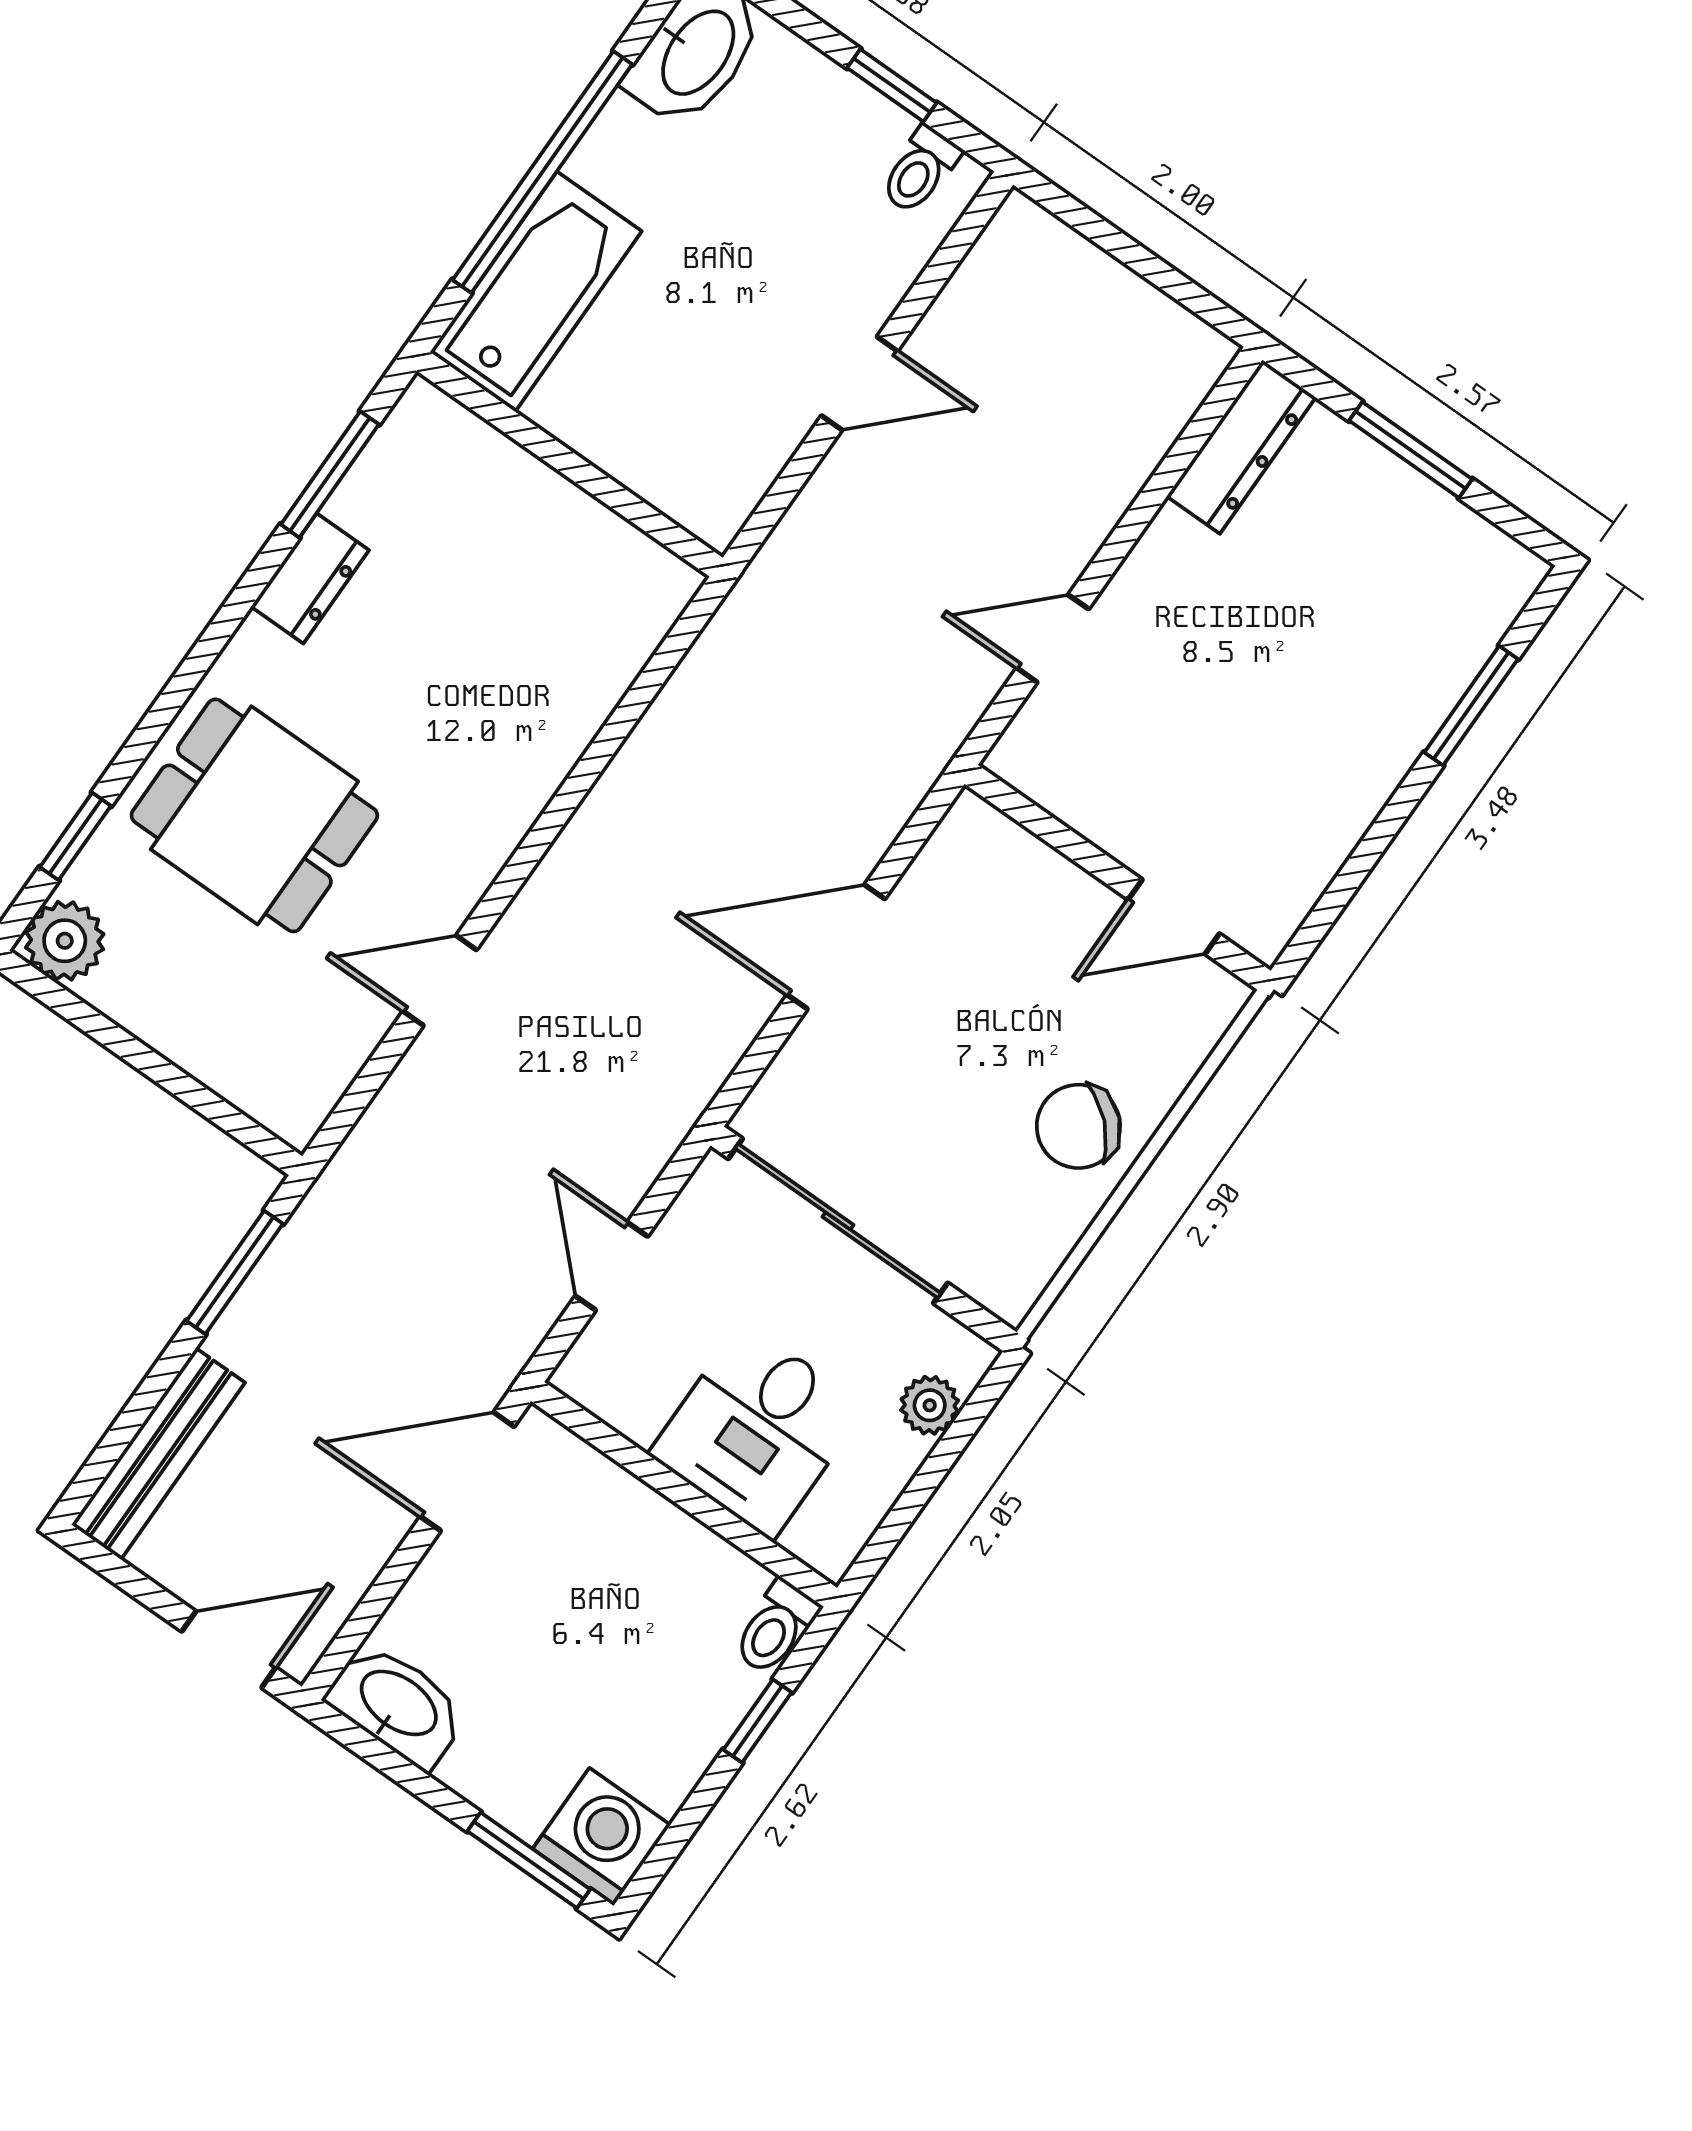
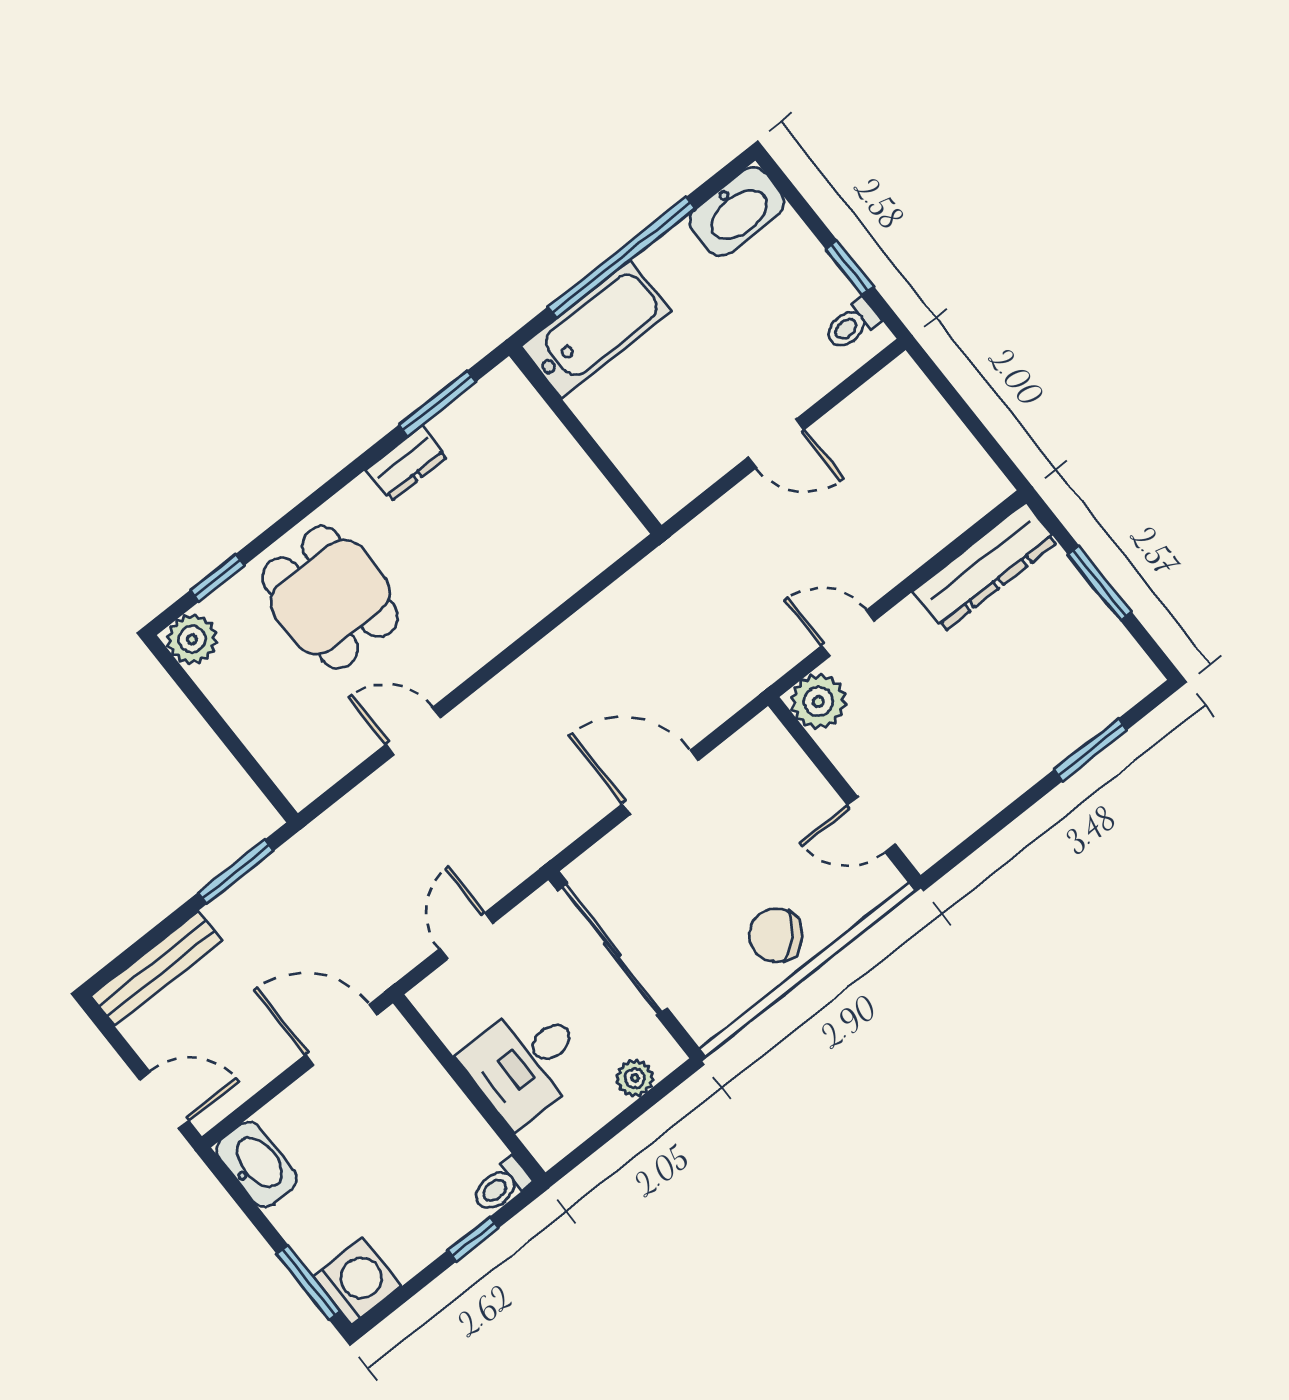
dresser: (1241, 447) -> (985, 567), width x1.37, depth x1.24
plant: (1039, 754) -> (818, 701), added

